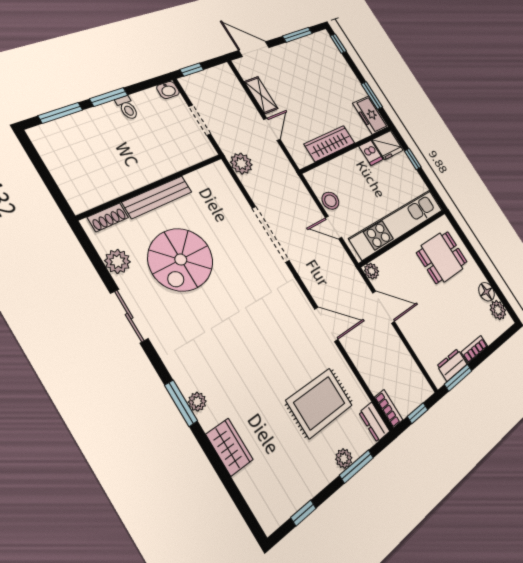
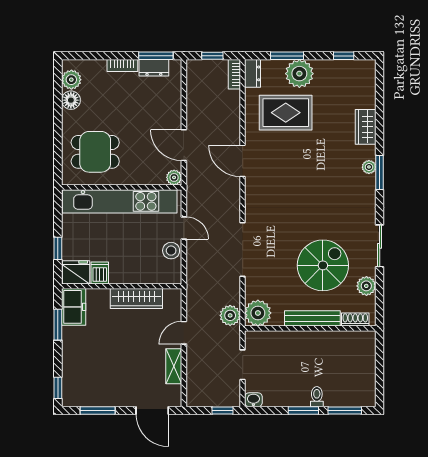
toilet: (127, 108) -> (317, 397), moved
plant: (217, 178) -> (258, 313), added
plant: (344, 458) -> (299, 74), width x1.88, depth x1.88

